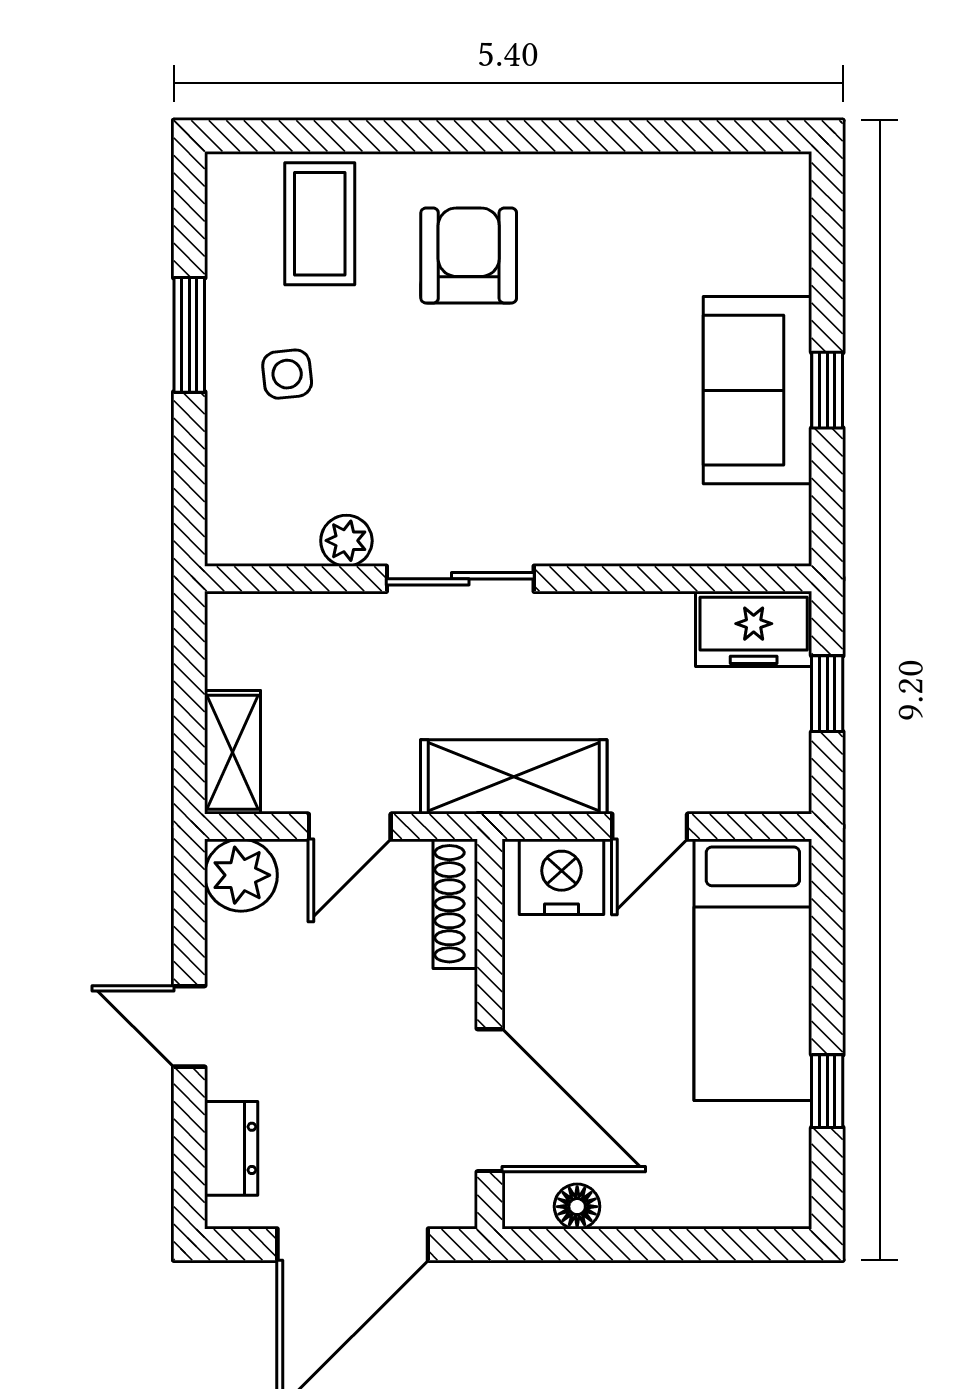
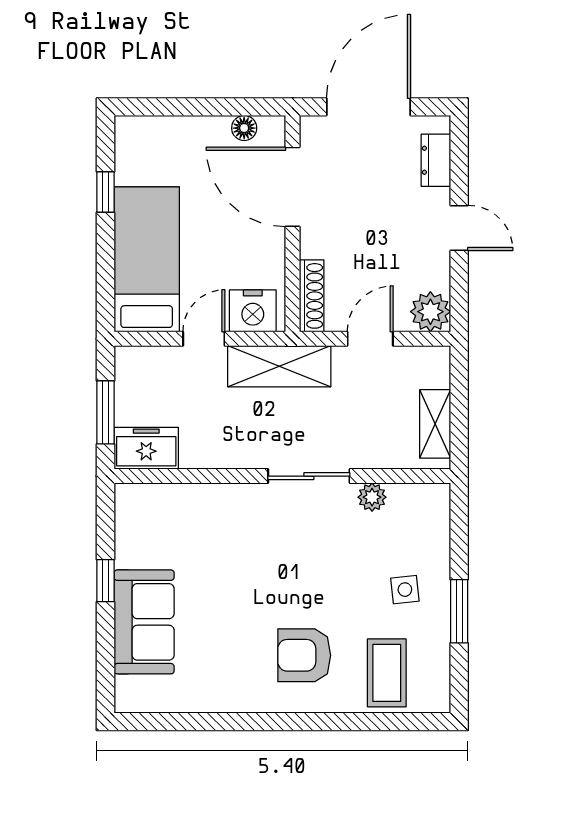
armchair: (469, 256) -> (304, 655), turned 90
sofa: (758, 390) -> (144, 622), moved
window: (827, 694) -> (105, 412), width x1.50
shelving: (233, 752) -> (435, 424), moved

